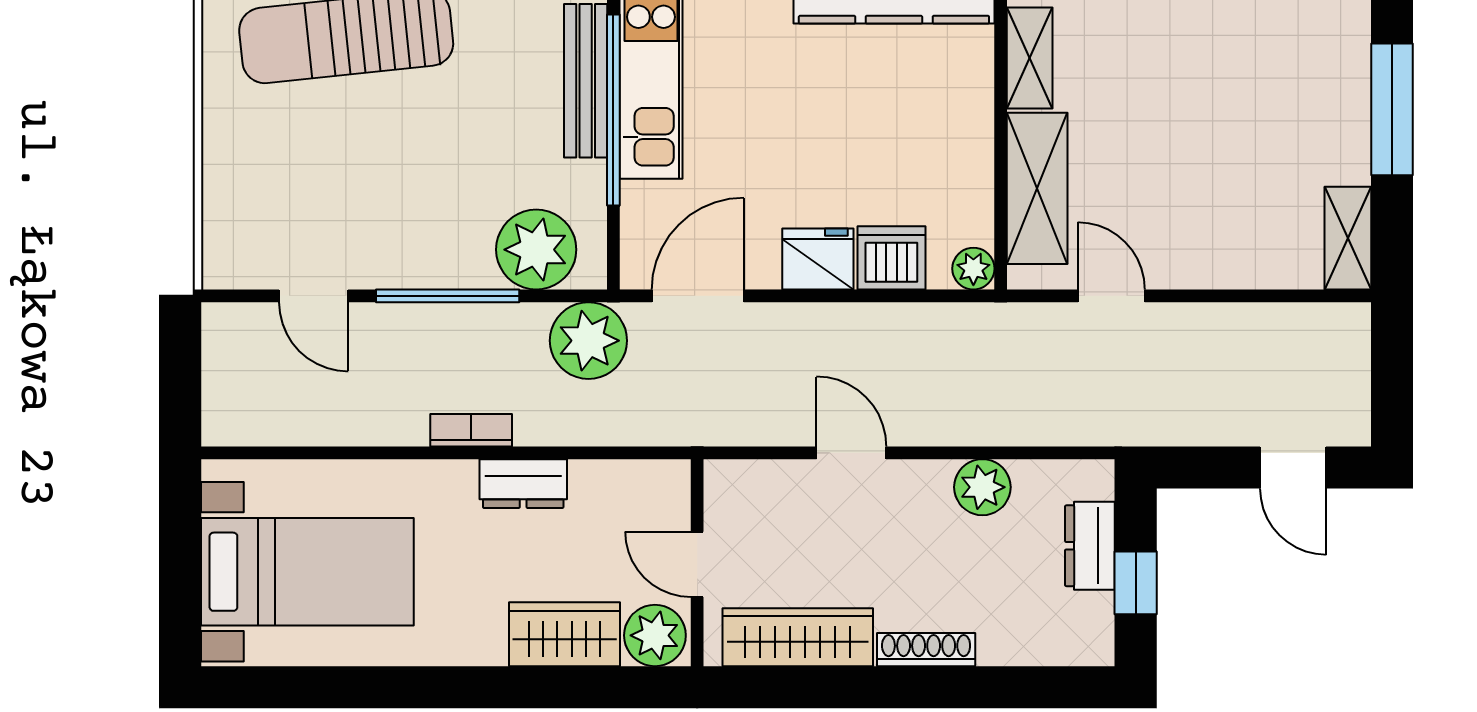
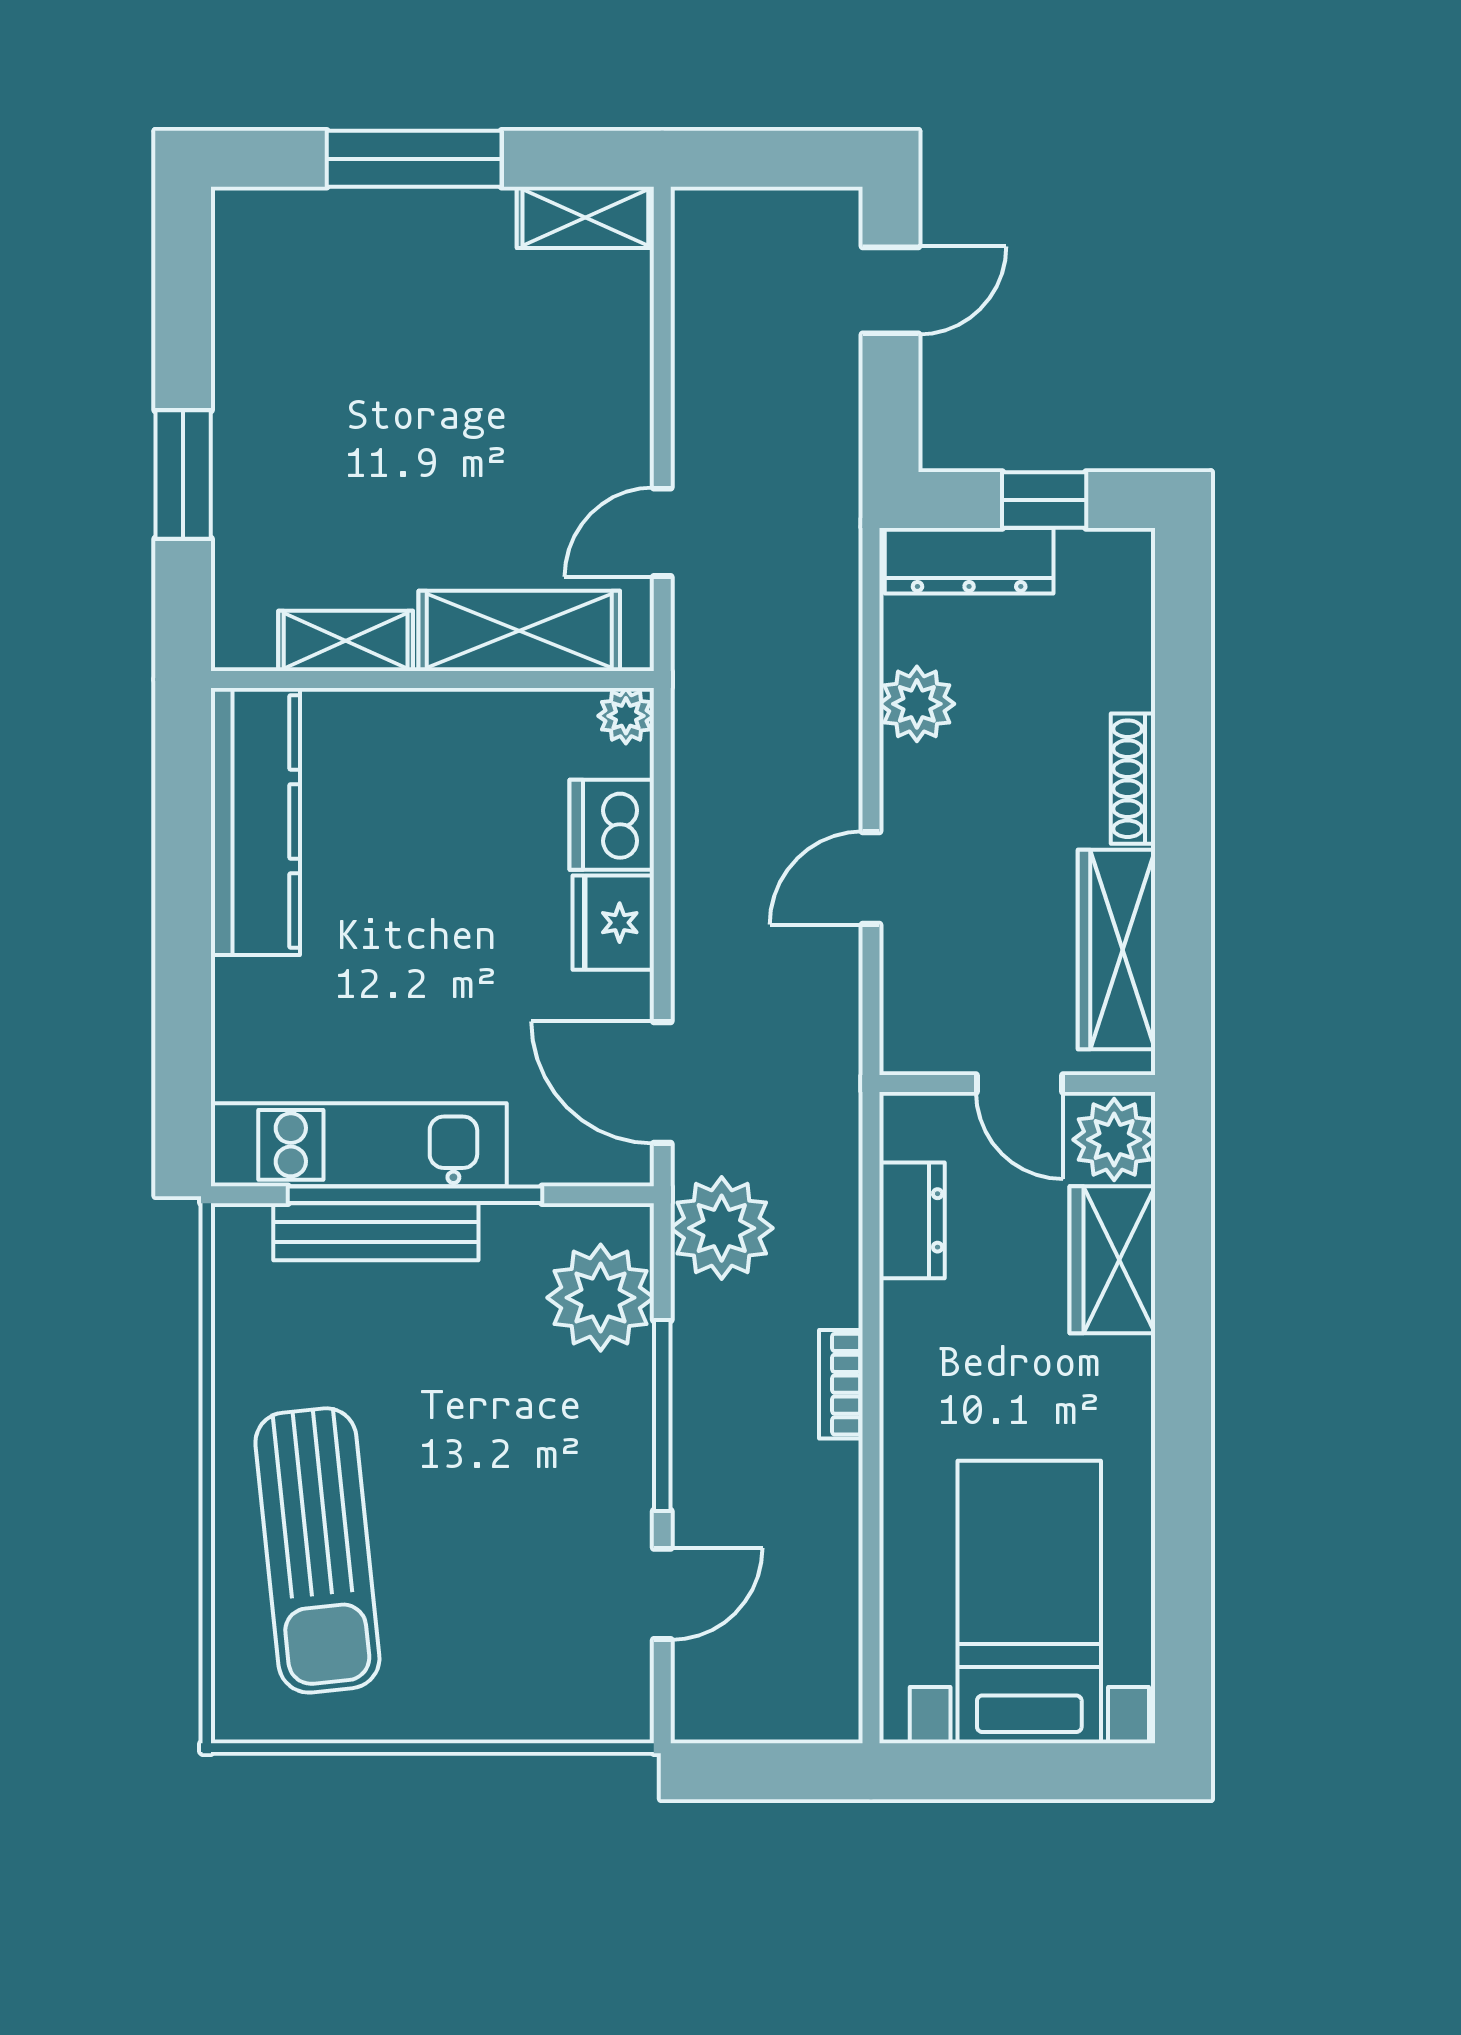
dresser: (523, 484) -> (912, 1220), moved
dresser: (1090, 546) -> (969, 561), width x1.44
door: (697, 564) -> (1019, 1083), hinge flipped

